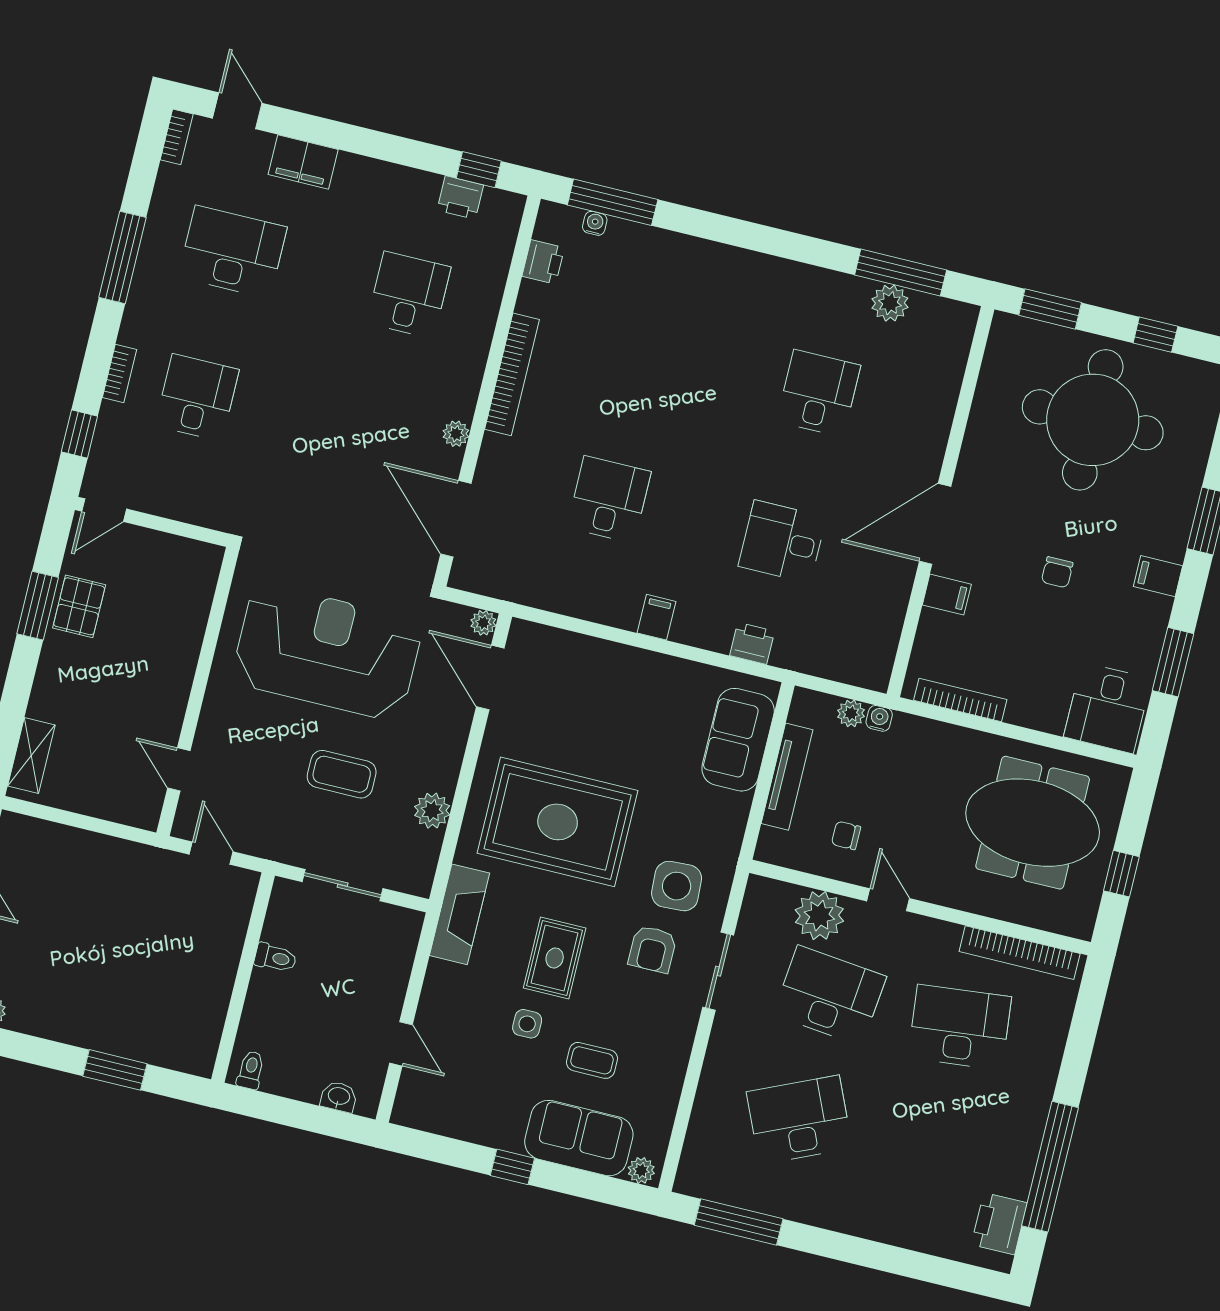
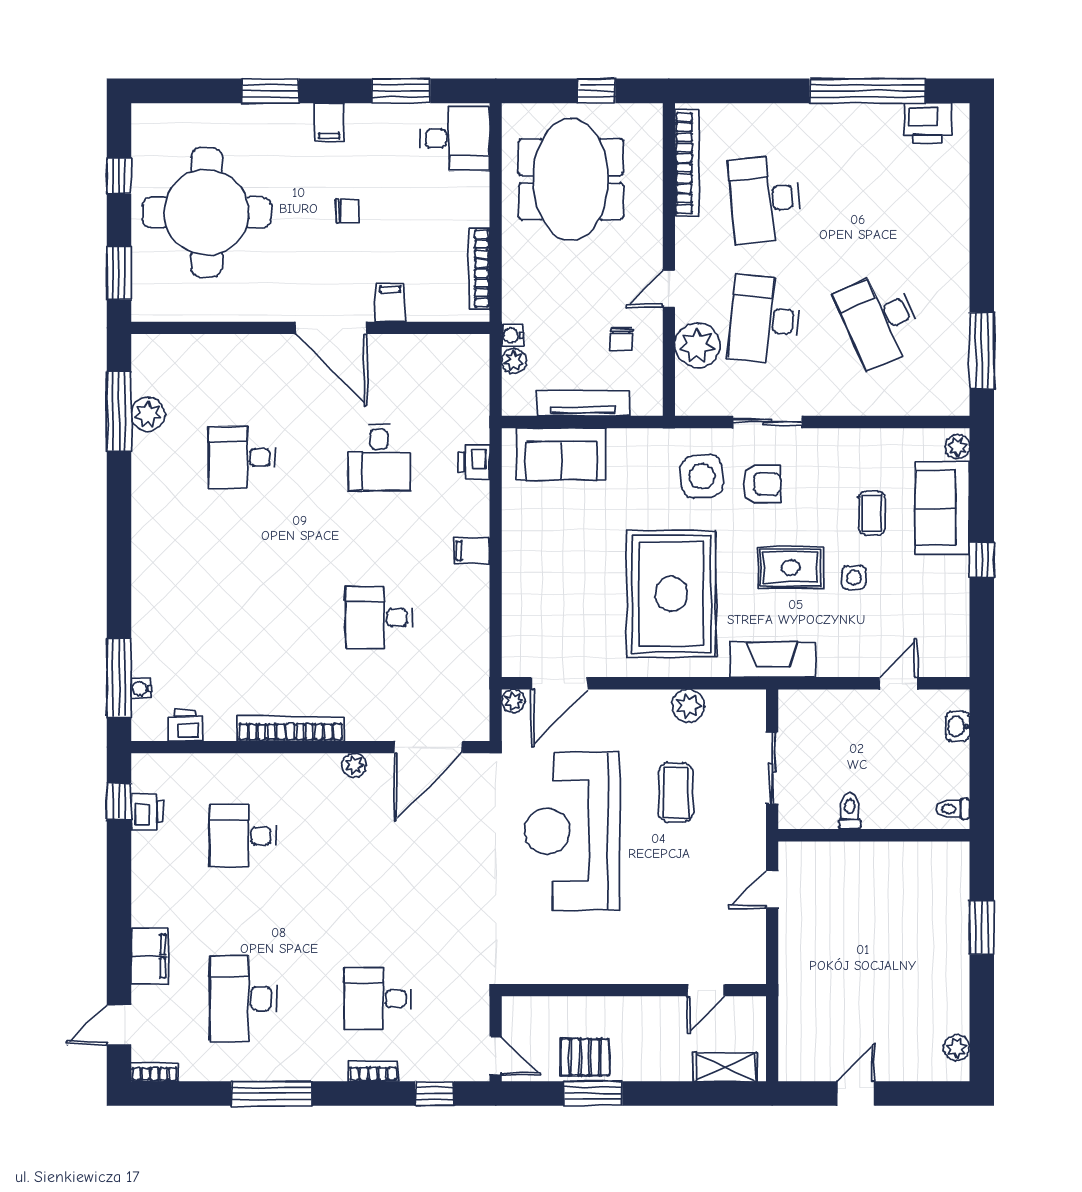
wall: (198, 691) -> (634, 990), moved
door: (179, 769) -> (706, 990), moved

